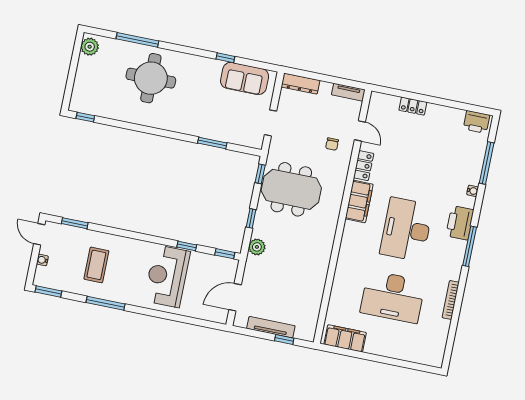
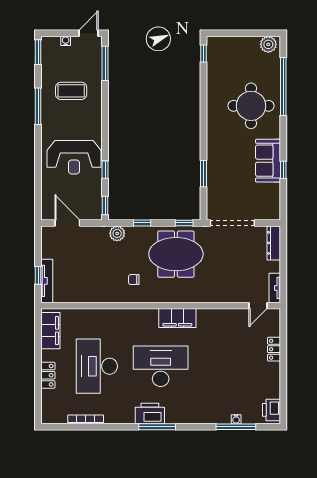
window: (137, 40) -> (283, 87), width x1.46
sofa: (245, 78) -> (268, 161), moved
doorway: (271, 123) -> (232, 223), width x1.88
door: (360, 131) -> (258, 306), moved
chair: (332, 144) -> (134, 280), moved
locker: (364, 166) -> (48, 375), moved, turned -90
meeting table: (291, 189) -> (176, 254), turned 90
water cooler: (473, 191) -> (236, 419), moved
window: (75, 223) -> (105, 63), width x1.44
printer: (460, 223) -> (150, 414), moved
reception desk: (167, 276) -> (74, 157), turned 180
bookcase: (451, 300) -> (86, 419), moved
tv unit: (271, 327) -> (47, 281), moved

